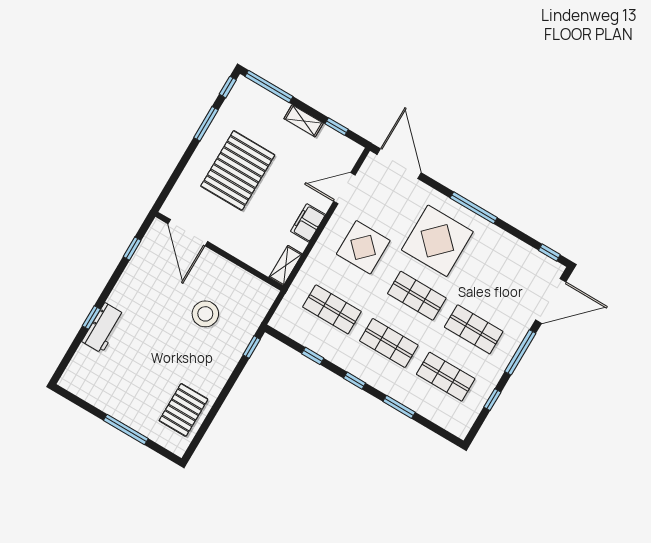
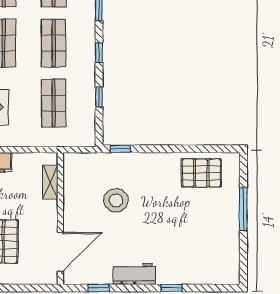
shelving: (286, 266) -> (50, 182), moved, turned 90
workbench: (103, 328) -> (134, 274), moved

